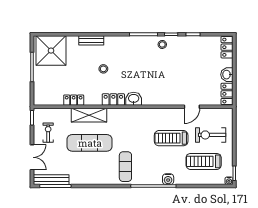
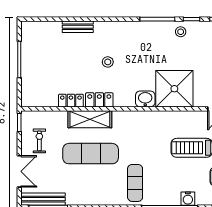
bench: (91, 40) -> (78, 27), moved
shower: (51, 51) -> (174, 89), moved
locker: (113, 99) -> (99, 100), moved

